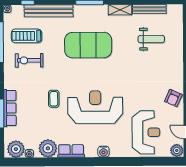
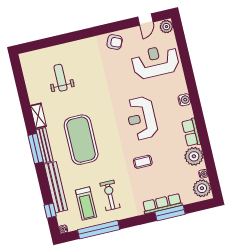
bench: (149, 9) -> (45, 145), moved
exercise bike: (29, 60) -> (110, 195), turned 180
reception desk: (95, 107) -> (142, 118), width x0.74, depth x0.77

